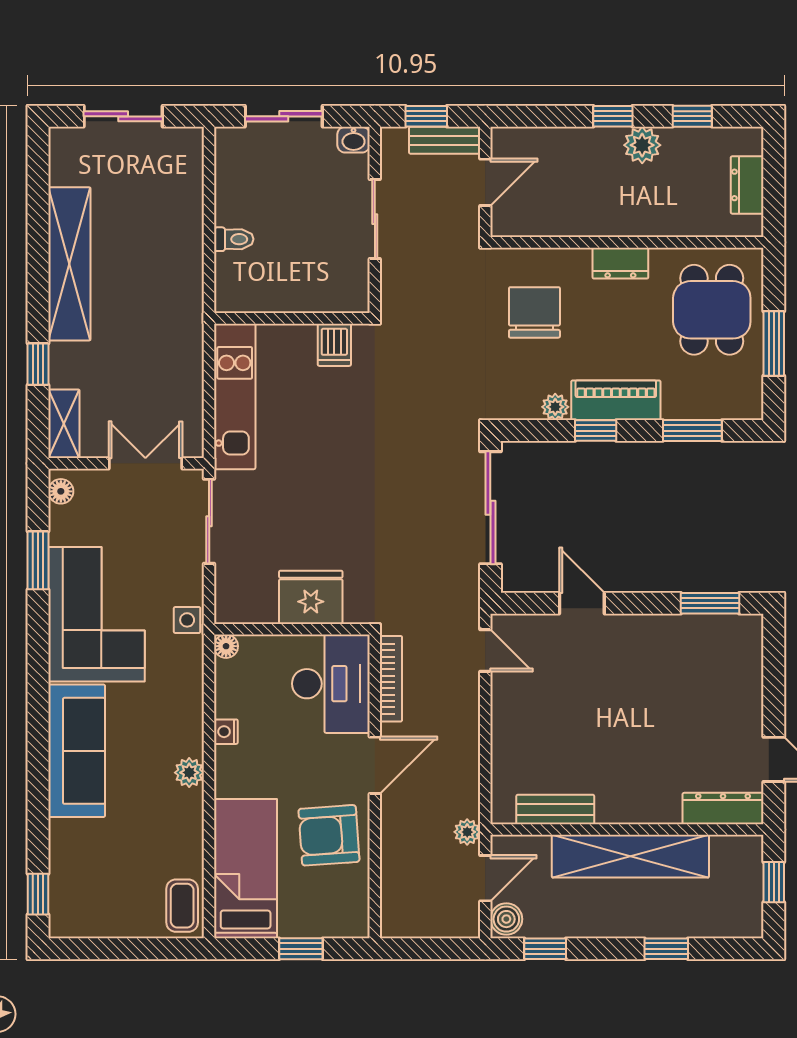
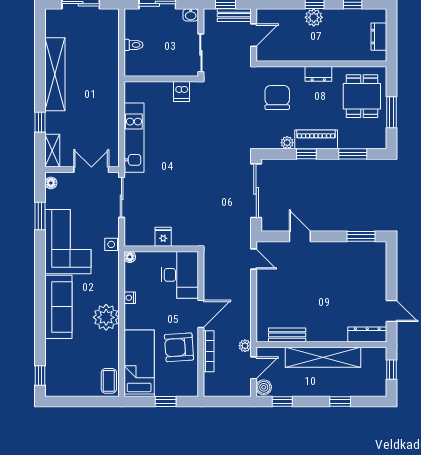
plant: (642, 145) -> (314, 17), moved
toilet: (234, 239) -> (133, 45), moved
wall: (292, 318) -> (161, 79), moved
dishwasher: (334, 345) -> (182, 91), moved
fridge: (311, 597) -> (163, 237), width x0.53, depth x0.75
bookcase: (391, 679) -> (209, 351), moved
plant: (189, 773) -> (106, 317), width x1.87, depth x1.87

